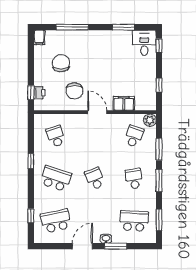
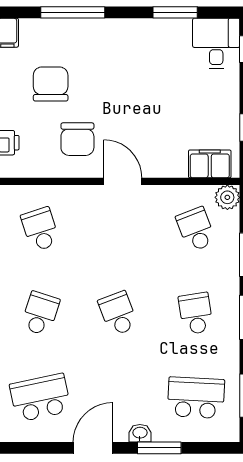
filing cabinet: (124, 103) -> (210, 164), moved
school desk: (134, 136) -> (196, 229), turned -39
school desk: (56, 179) -> (40, 314), width x0.54

